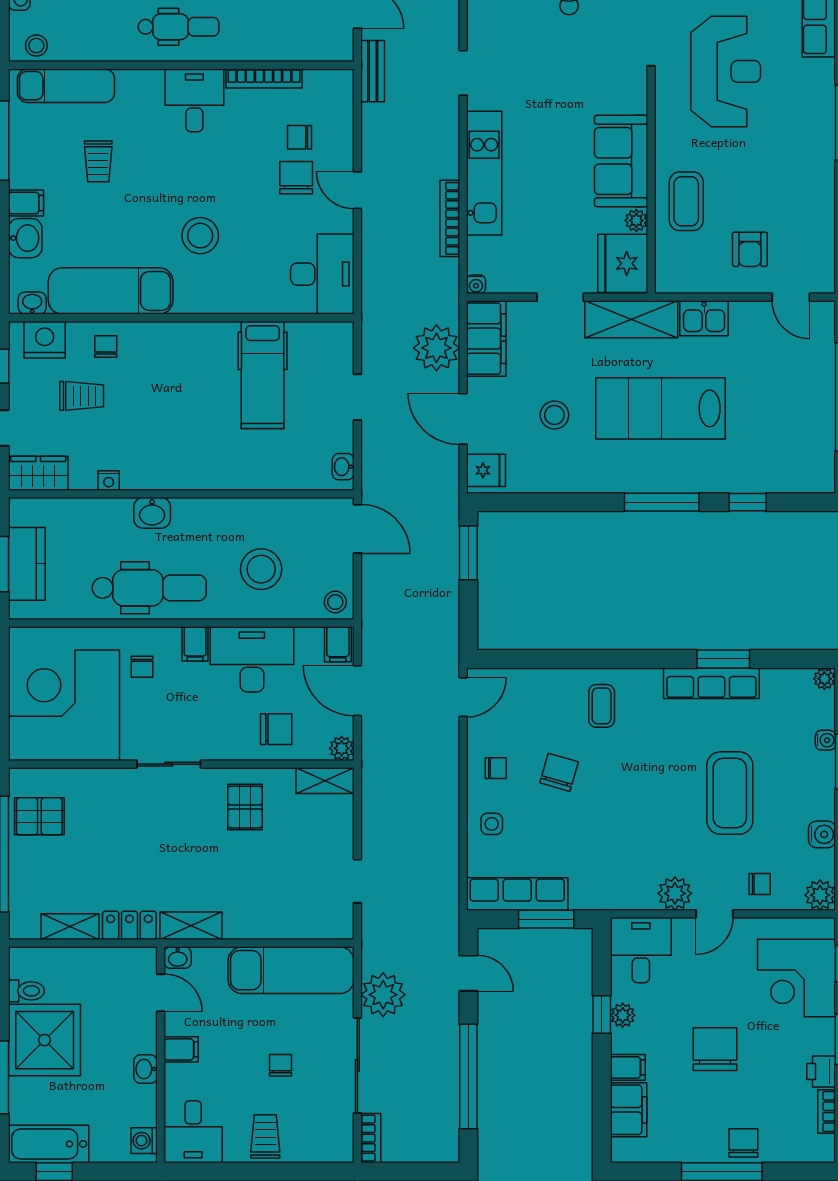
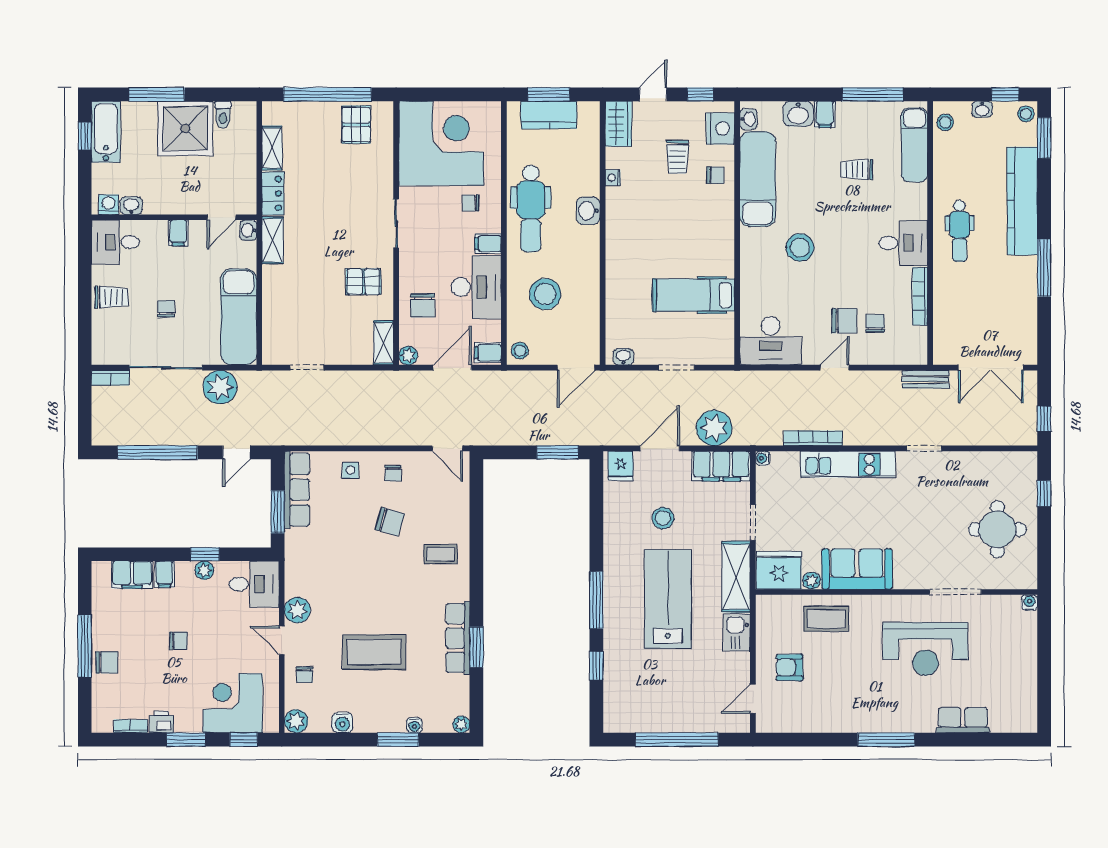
chair: (715, 1049) -> (178, 641), width x0.54, depth x0.54
chair: (281, 1065) -> (166, 309), turned -90
washbasin: (146, 1069) -> (131, 206), moved

